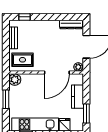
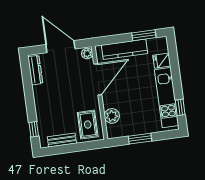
door: (57, 72) -> (98, 79), hinge flipped
plant: (15, 80) -> (112, 116), moved
kitchen counter: (78, 97) -> (124, 49), width x1.50

